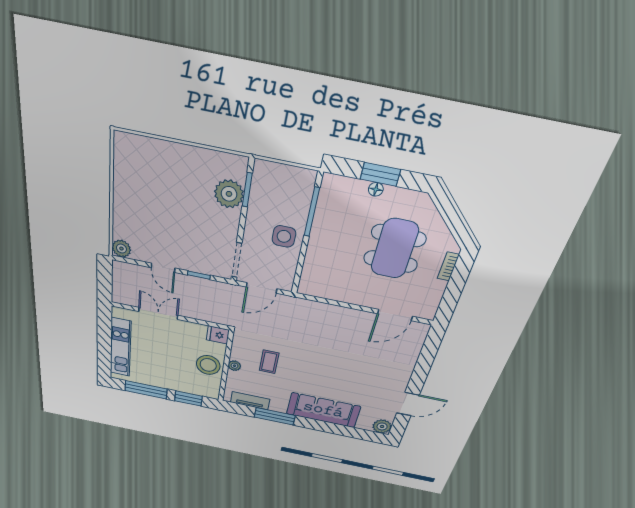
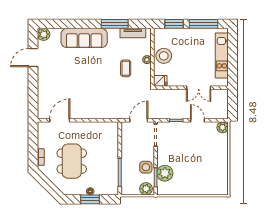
plant: (268, 173) -> (146, 189), added
side table: (284, 236) -> (146, 167), moved

